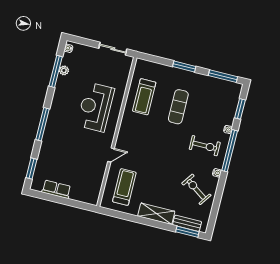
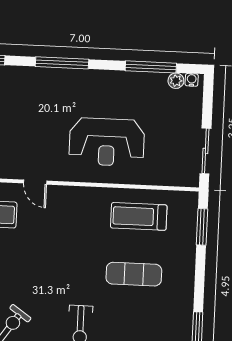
window: (184, 66) -> (202, 227), moved
plant: (64, 70) -> (176, 81), moved
reception desk: (96, 107) -> (107, 142), turned 180

